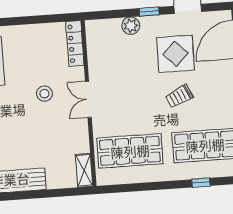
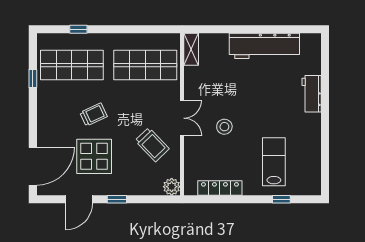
plant: (131, 26) -> (172, 187), moved
locker: (75, 43) -> (220, 188), moved, turned -90
trolley: (117, 70) -> (152, 145), added

